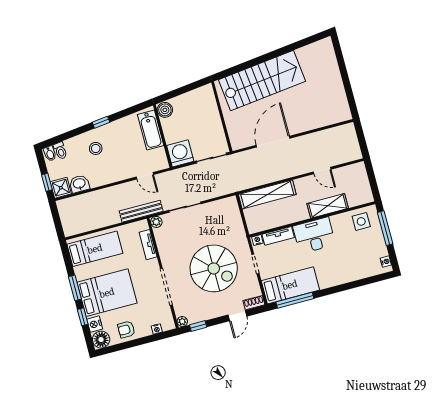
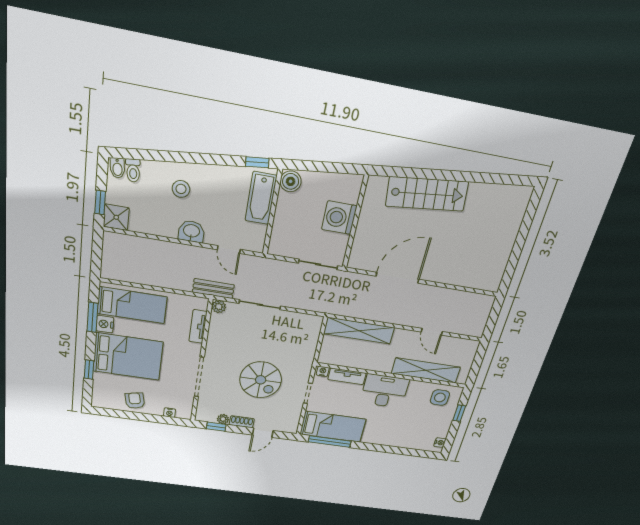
stairs: (262, 81) -> (427, 194), width x0.73, depth x0.66
window: (101, 122) -> (257, 162), moved
washing machine: (180, 153) -> (339, 218), moved, turned -90
washbasin: (79, 184) -> (191, 231), moved
shelving: (328, 206) -> (426, 370), width x1.47
bench: (141, 211) -> (213, 289), width x0.73
window: (385, 228) -> (459, 413), width x0.46
spiral stairs: (214, 268) -> (261, 380), width x0.73, depth x0.73
window: (75, 288) -> (92, 317), moved
shoe rack: (254, 303) -> (242, 422), moved
plant: (182, 322) -> (223, 419), moved
nightstand: (95, 324) -> (105, 324), moved
armchair: (126, 329) -> (135, 401), turned 78
floor lamp: (101, 340) -> (102, 399), removed

